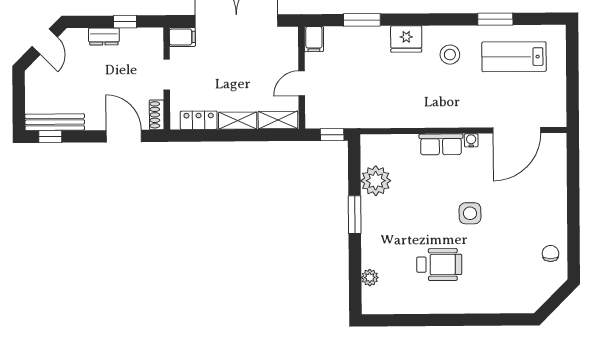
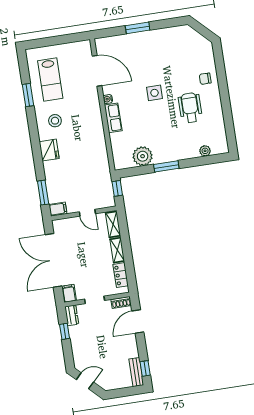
window: (362, 20) -> (43, 193), moved
dresser: (104, 36) -> (72, 315), moved
bench: (55, 122) -> (136, 372), width x0.73
window: (573, 202) -> (138, 28), added
chair: (551, 253) -> (205, 79), moved

